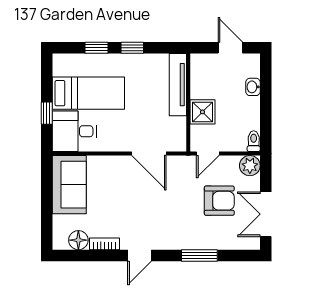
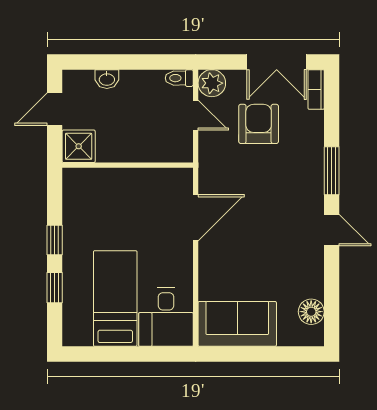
tv unit: (178, 85) -> (104, 179), removed
shower: (202, 112) -> (79, 146), moved
window: (47, 113) -> (142, 354), removed
door: (208, 153) -> (196, 115), moved
bookcase: (105, 244) -> (316, 89), moved
window: (199, 255) -> (332, 171), moved

